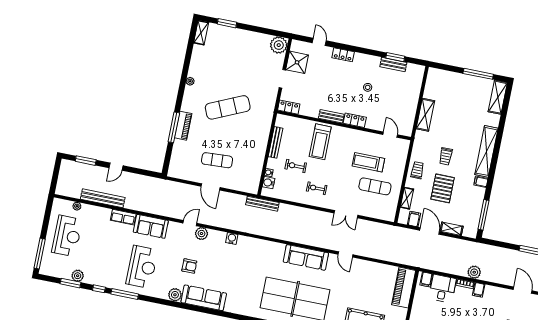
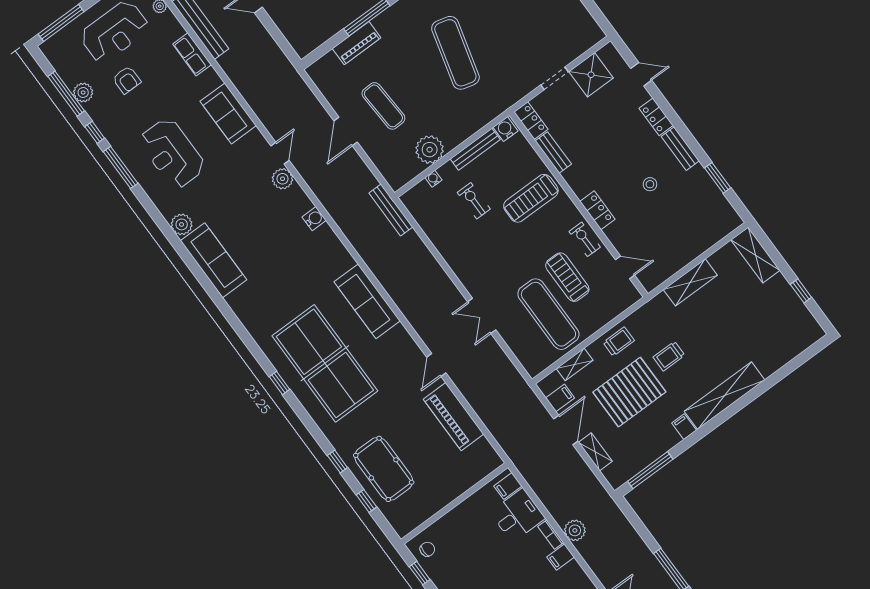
door: (319, 42) -> (641, 74), hinge flipped
plant: (279, 45) -> (430, 150), moved
bench: (393, 65) -> (680, 149), moved
window: (478, 74) -> (801, 291), width x0.46
shelving: (498, 97) -> (755, 255), moved, turned 90
exercise mat: (228, 107) -> (455, 53), turned 39
bench: (331, 116) -> (553, 152), moved
piano: (183, 126) -> (357, 43), moved
door: (390, 135) -> (625, 267), hinge flipped
water cooler: (268, 183) -> (505, 129), moved
exercise mat: (375, 186) -> (548, 314), width x1.36, depth x1.45
exercise bike: (317, 188) -> (585, 239), moved
pallet: (443, 188) -> (629, 392), width x1.37, depth x1.41
row of seats: (123, 217) -> (192, 54), moved
door: (190, 223) -> (280, 153), hinge flipped
sofa: (306, 257) -> (367, 301), moved
armchair: (189, 266) -> (127, 80), moved
reception desk: (142, 267) -> (172, 153), turned 90
window: (70, 283) -> (66, 94), width x1.44
piano: (404, 288) -> (454, 417), moved, turned -90

